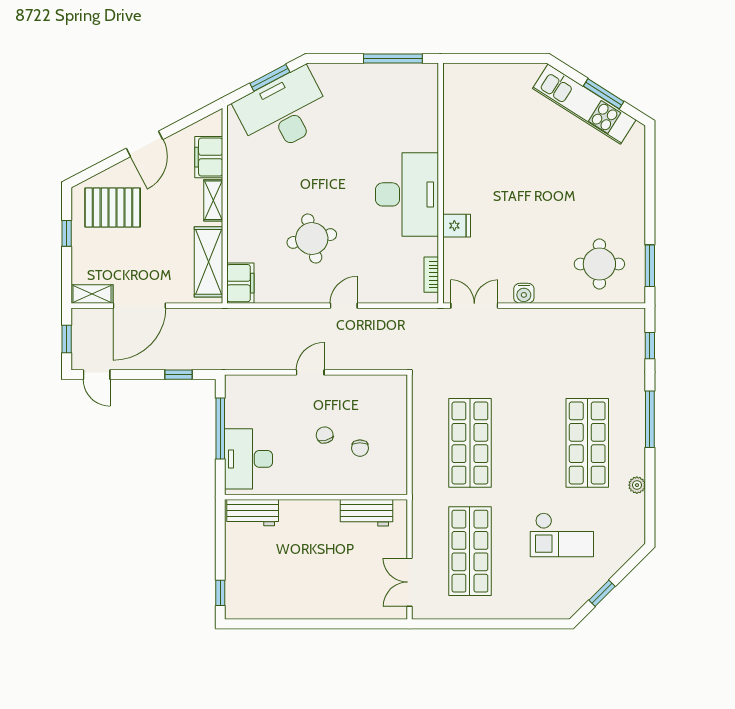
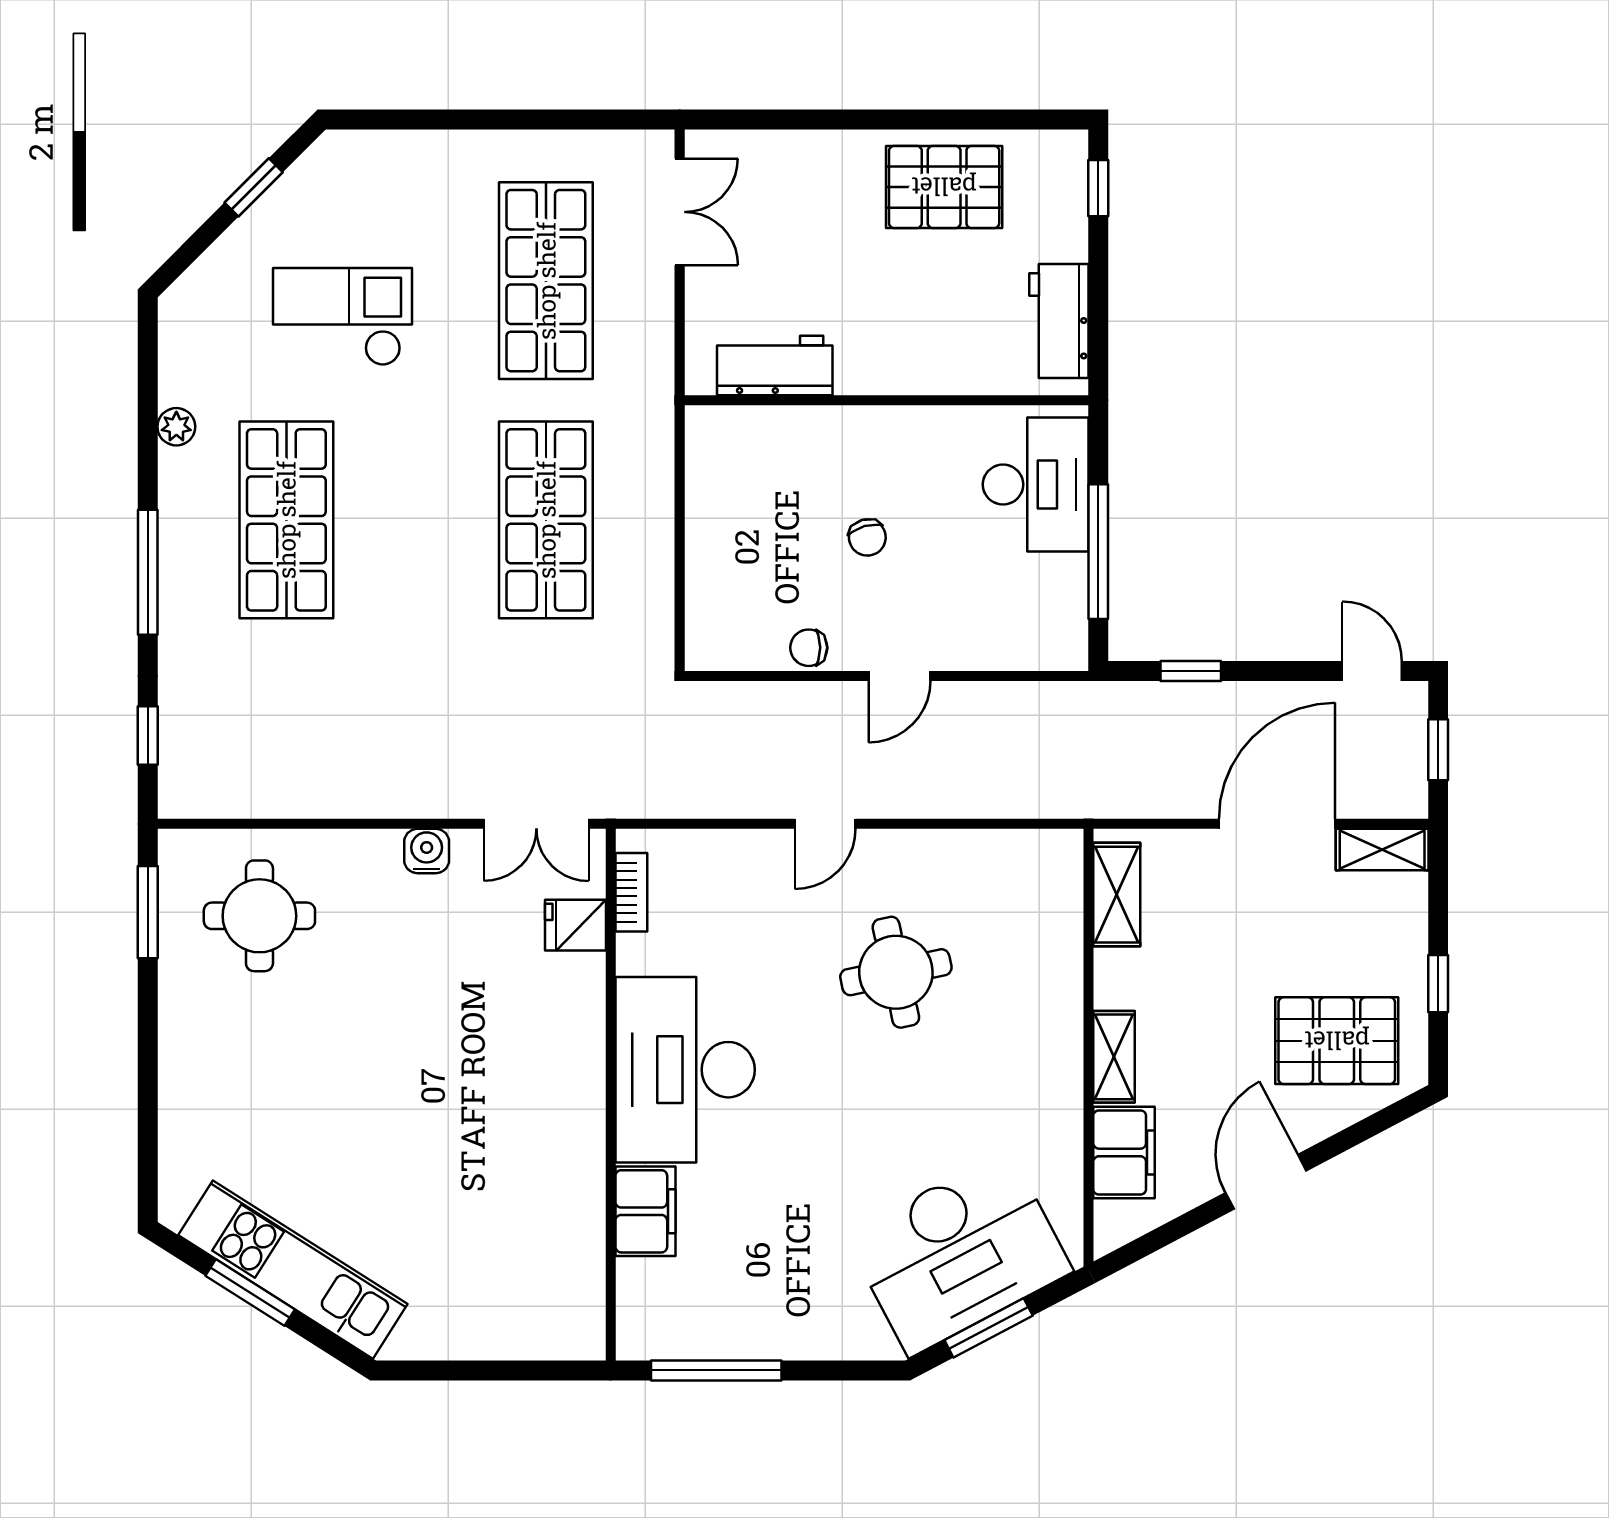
fridge: (457, 226) -> (575, 925), moved
shelving: (208, 262) -> (1117, 895), width x0.67, depth x0.75
filing cabinet: (240, 283) -> (645, 1211), moved, turned 180
chair: (360, 448) -> (809, 648), moved, turned -90
workbench: (253, 513) -> (1059, 321), moved, turned -90
pallet: (290, 593) -> (944, 187), added

